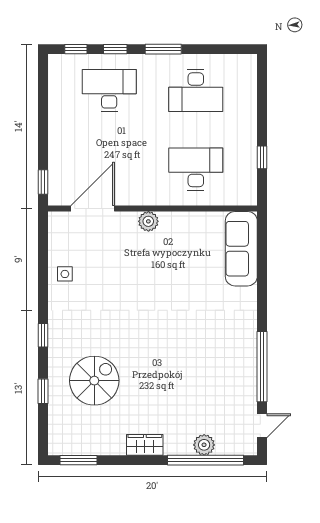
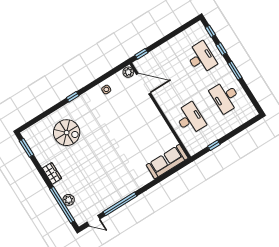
plant: (148, 221) -> (128, 72), moved
window: (43, 391) -> (47, 113), removed

